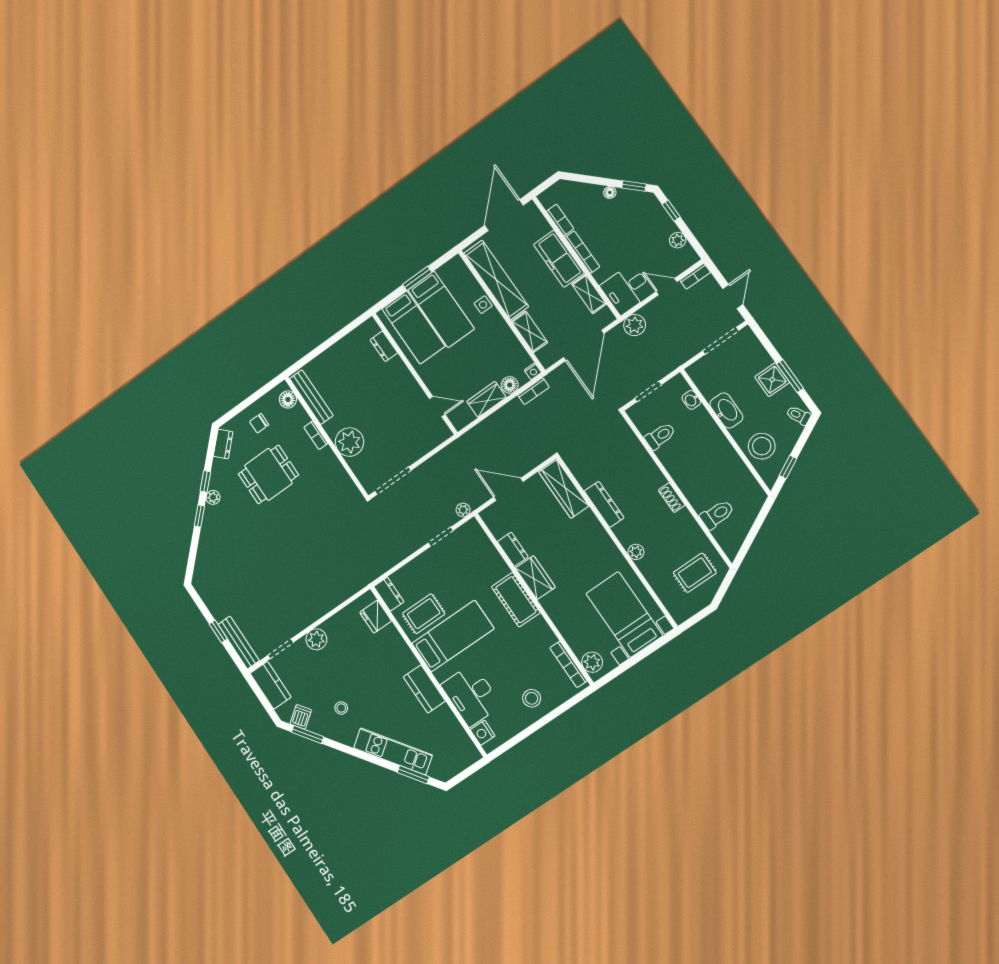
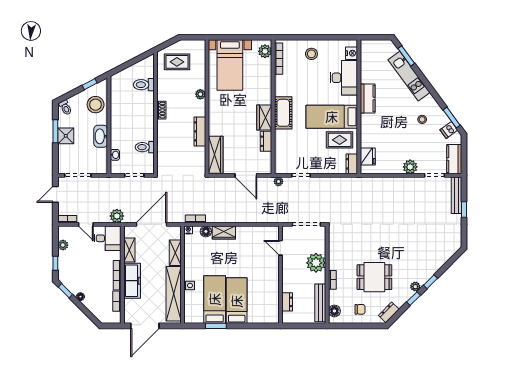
dresser: (384, 346) -> (287, 302), moved
wall: (415, 374) -> (280, 275), moved
door: (437, 407) -> (280, 248), moved

